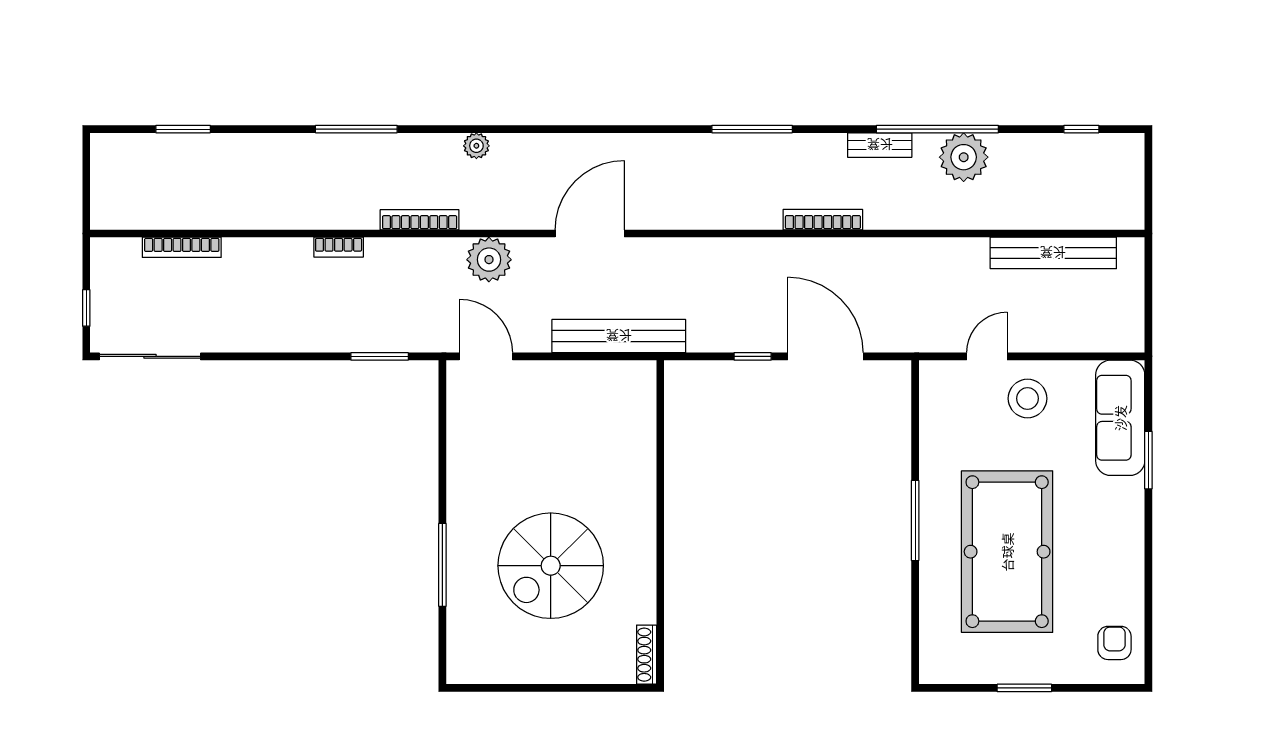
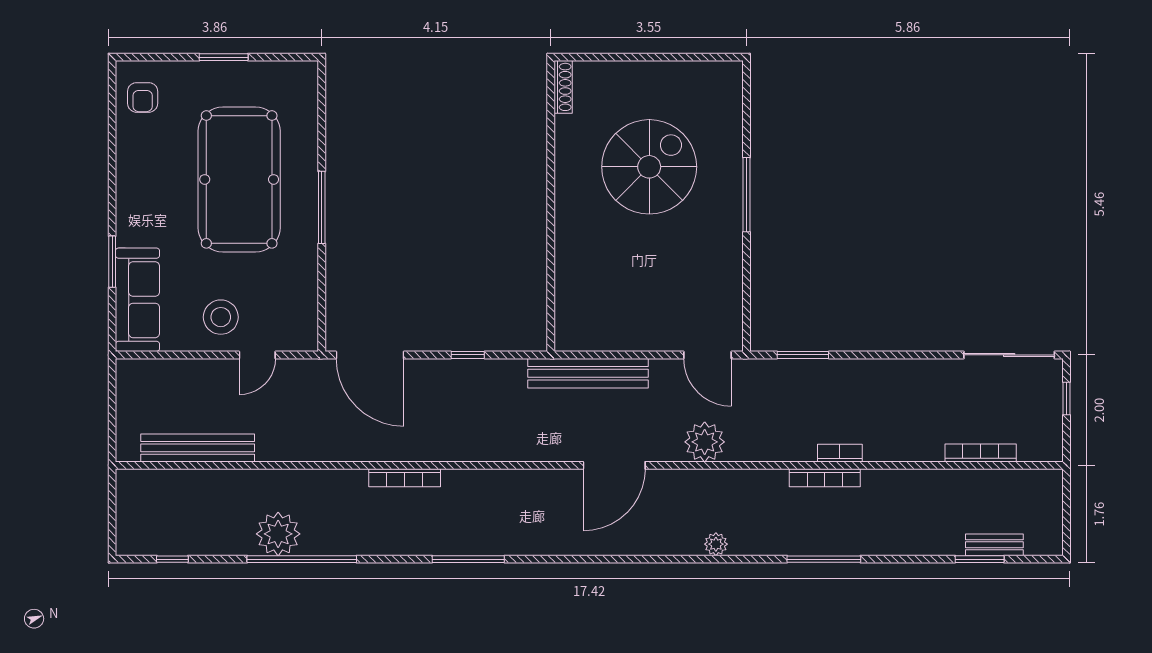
bench: (880, 145) -> (994, 545), moved
bookcase: (420, 220) -> (825, 478), moved
door: (825, 356) -> (370, 355), moved
window: (442, 565) -> (747, 195), moved

